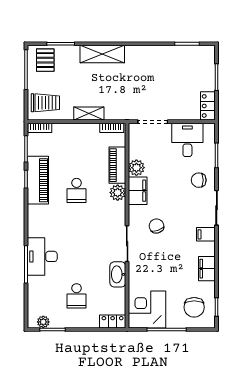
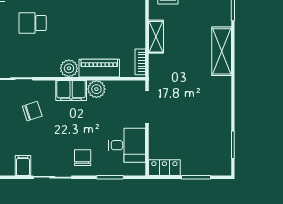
school desk: (77, 190) -> (33, 23), moved

